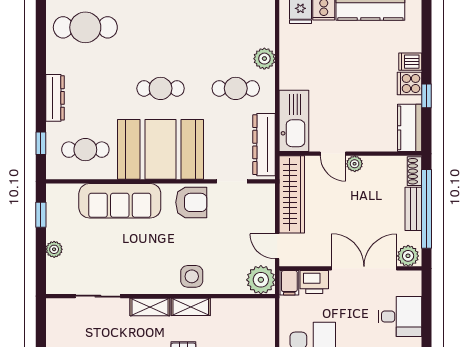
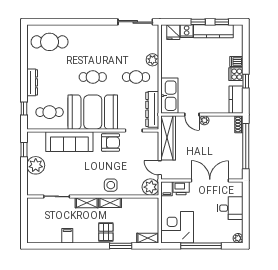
bench: (413, 209) -> (238, 146), removed
plant: (54, 249) -> (36, 165), width x1.88, depth x1.88
plant: (408, 256) -> (235, 173), removed

